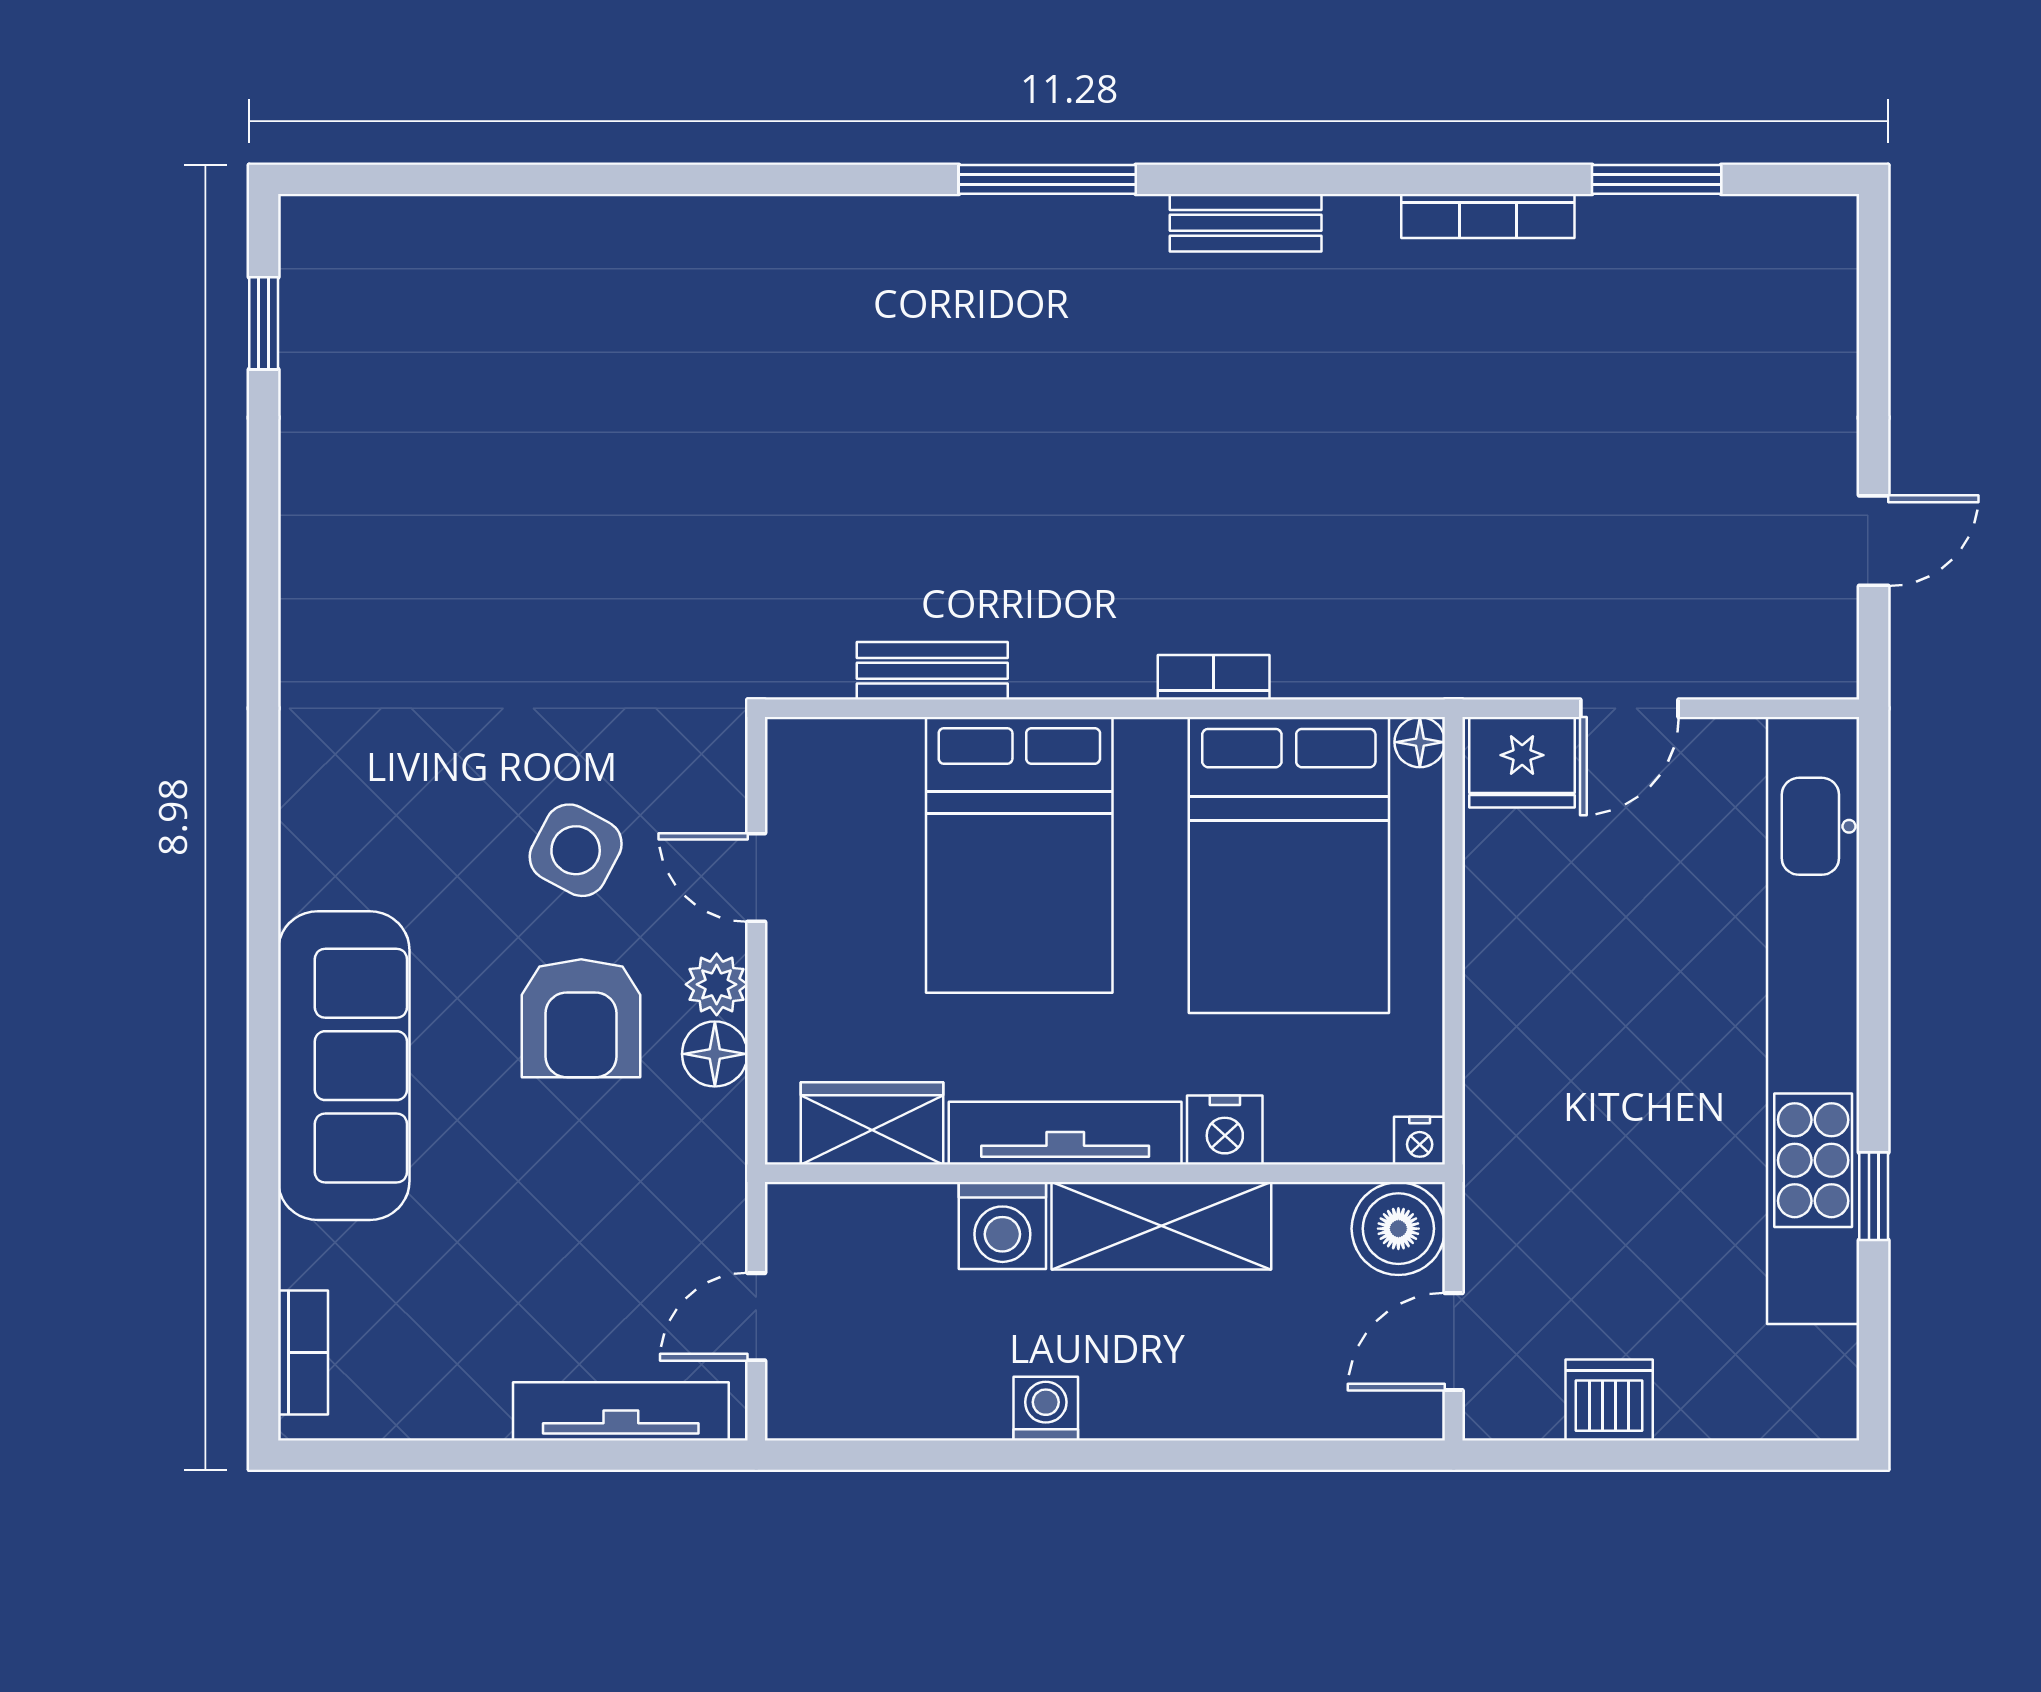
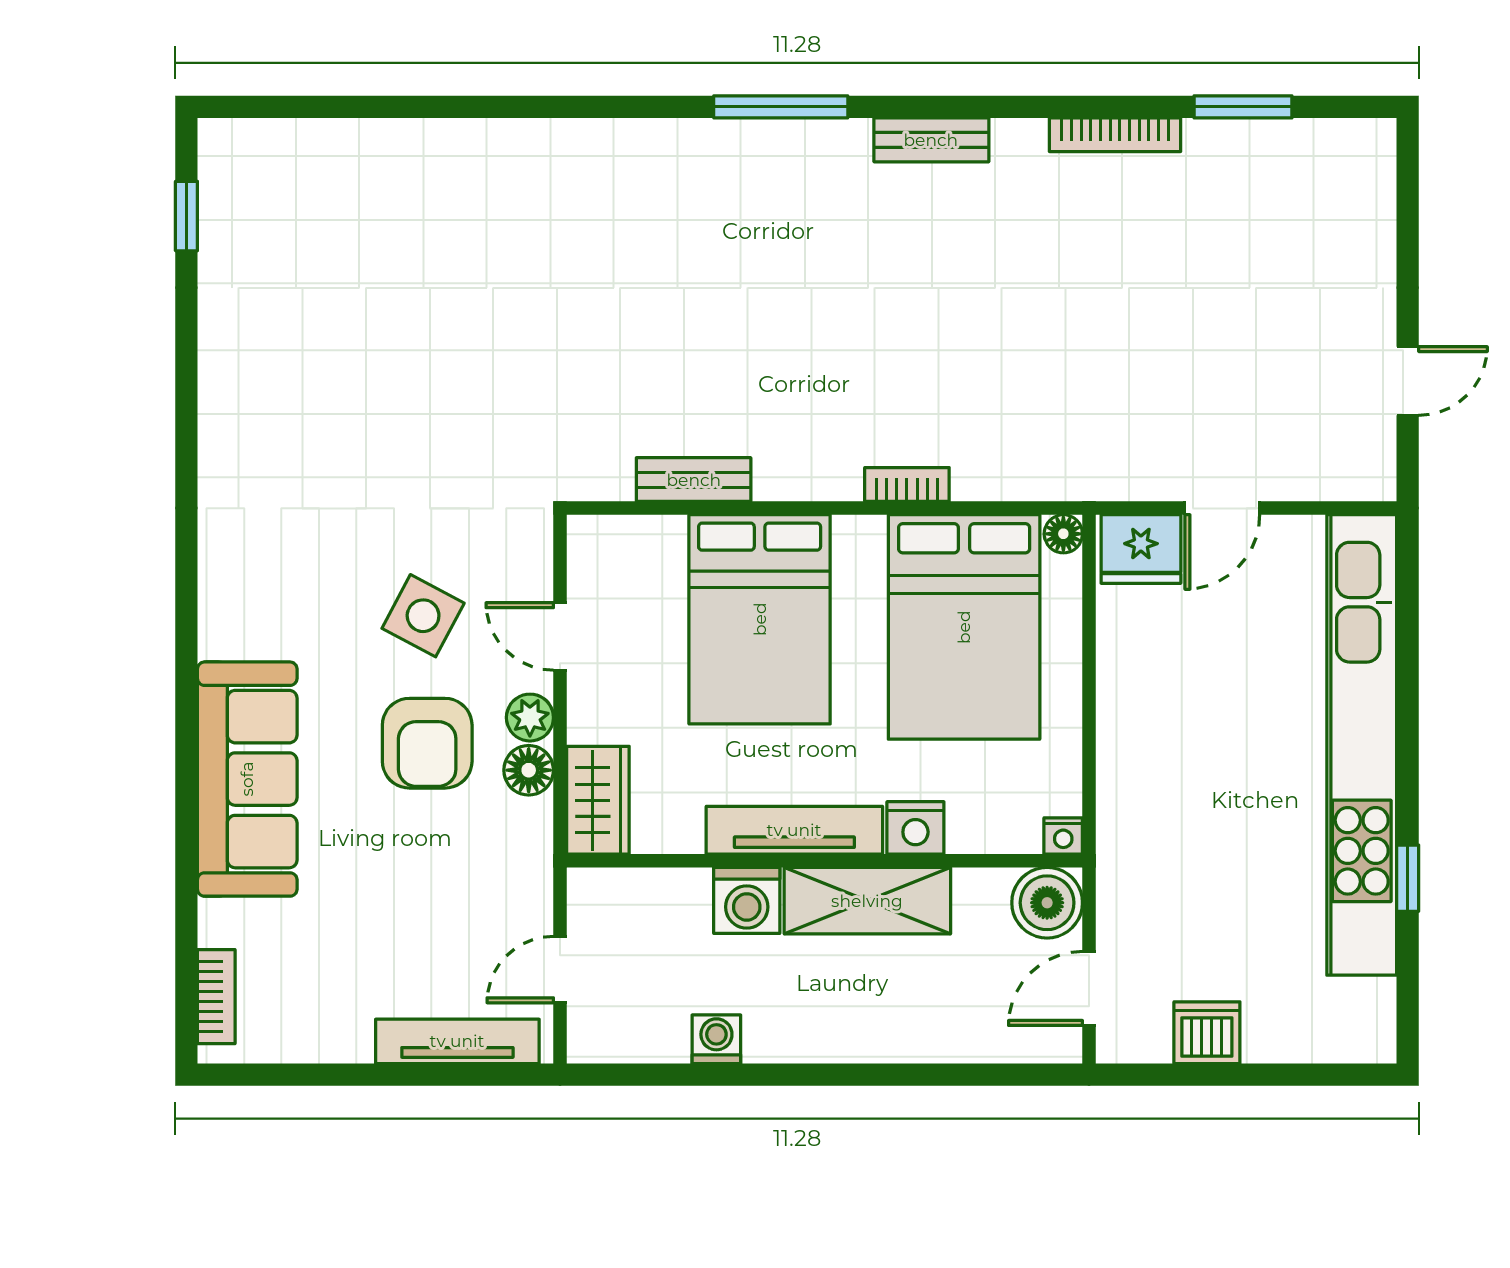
wardrobe: (872, 1123) -> (598, 800), moved, turned 90
washing machine: (1046, 1409) -> (716, 1039), moved

